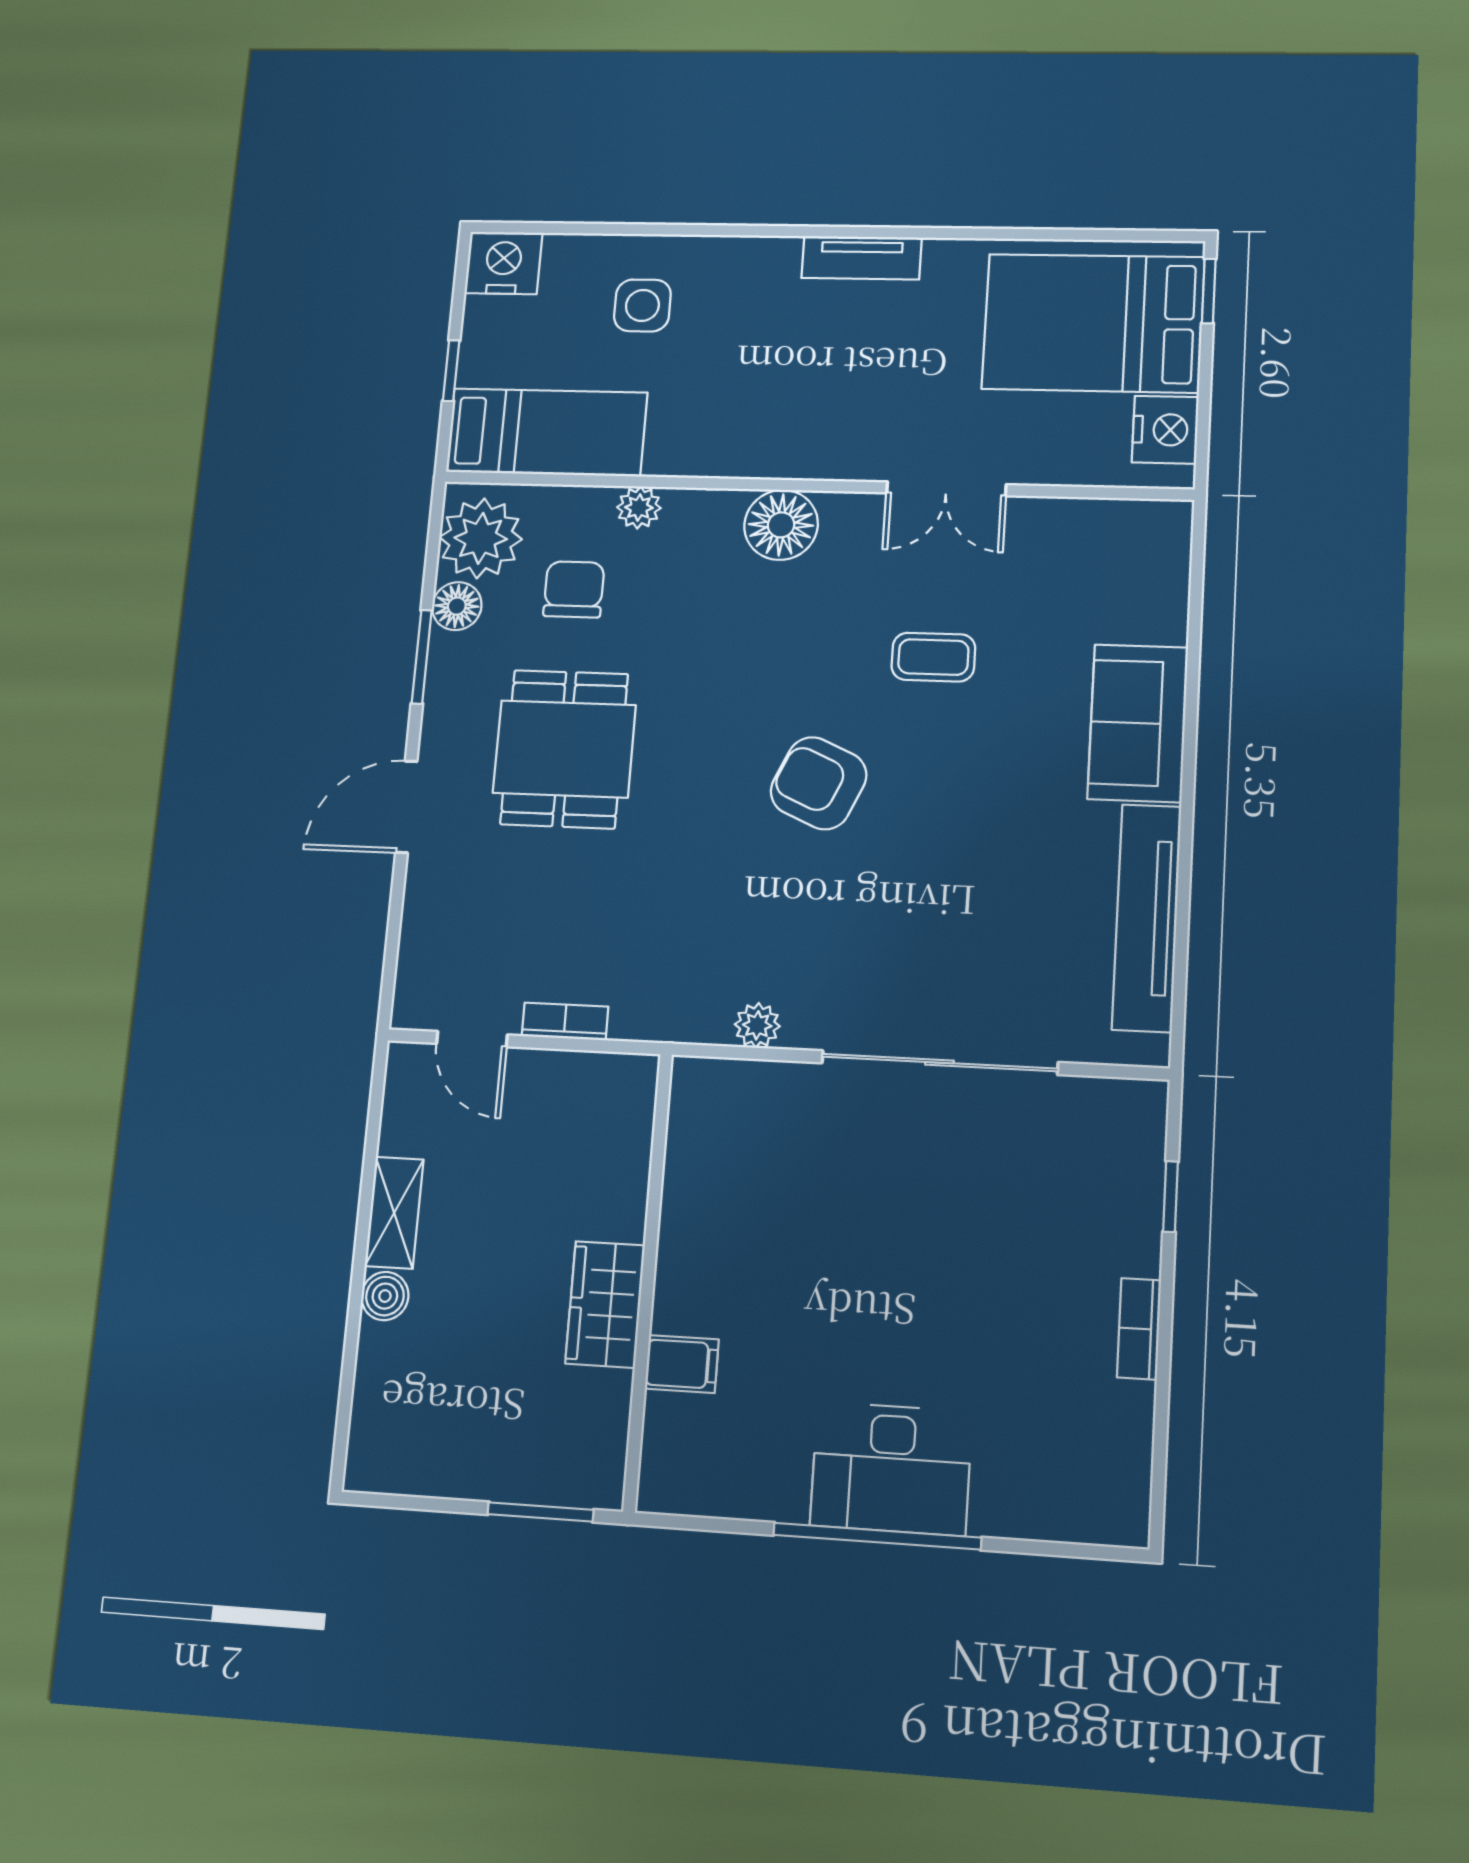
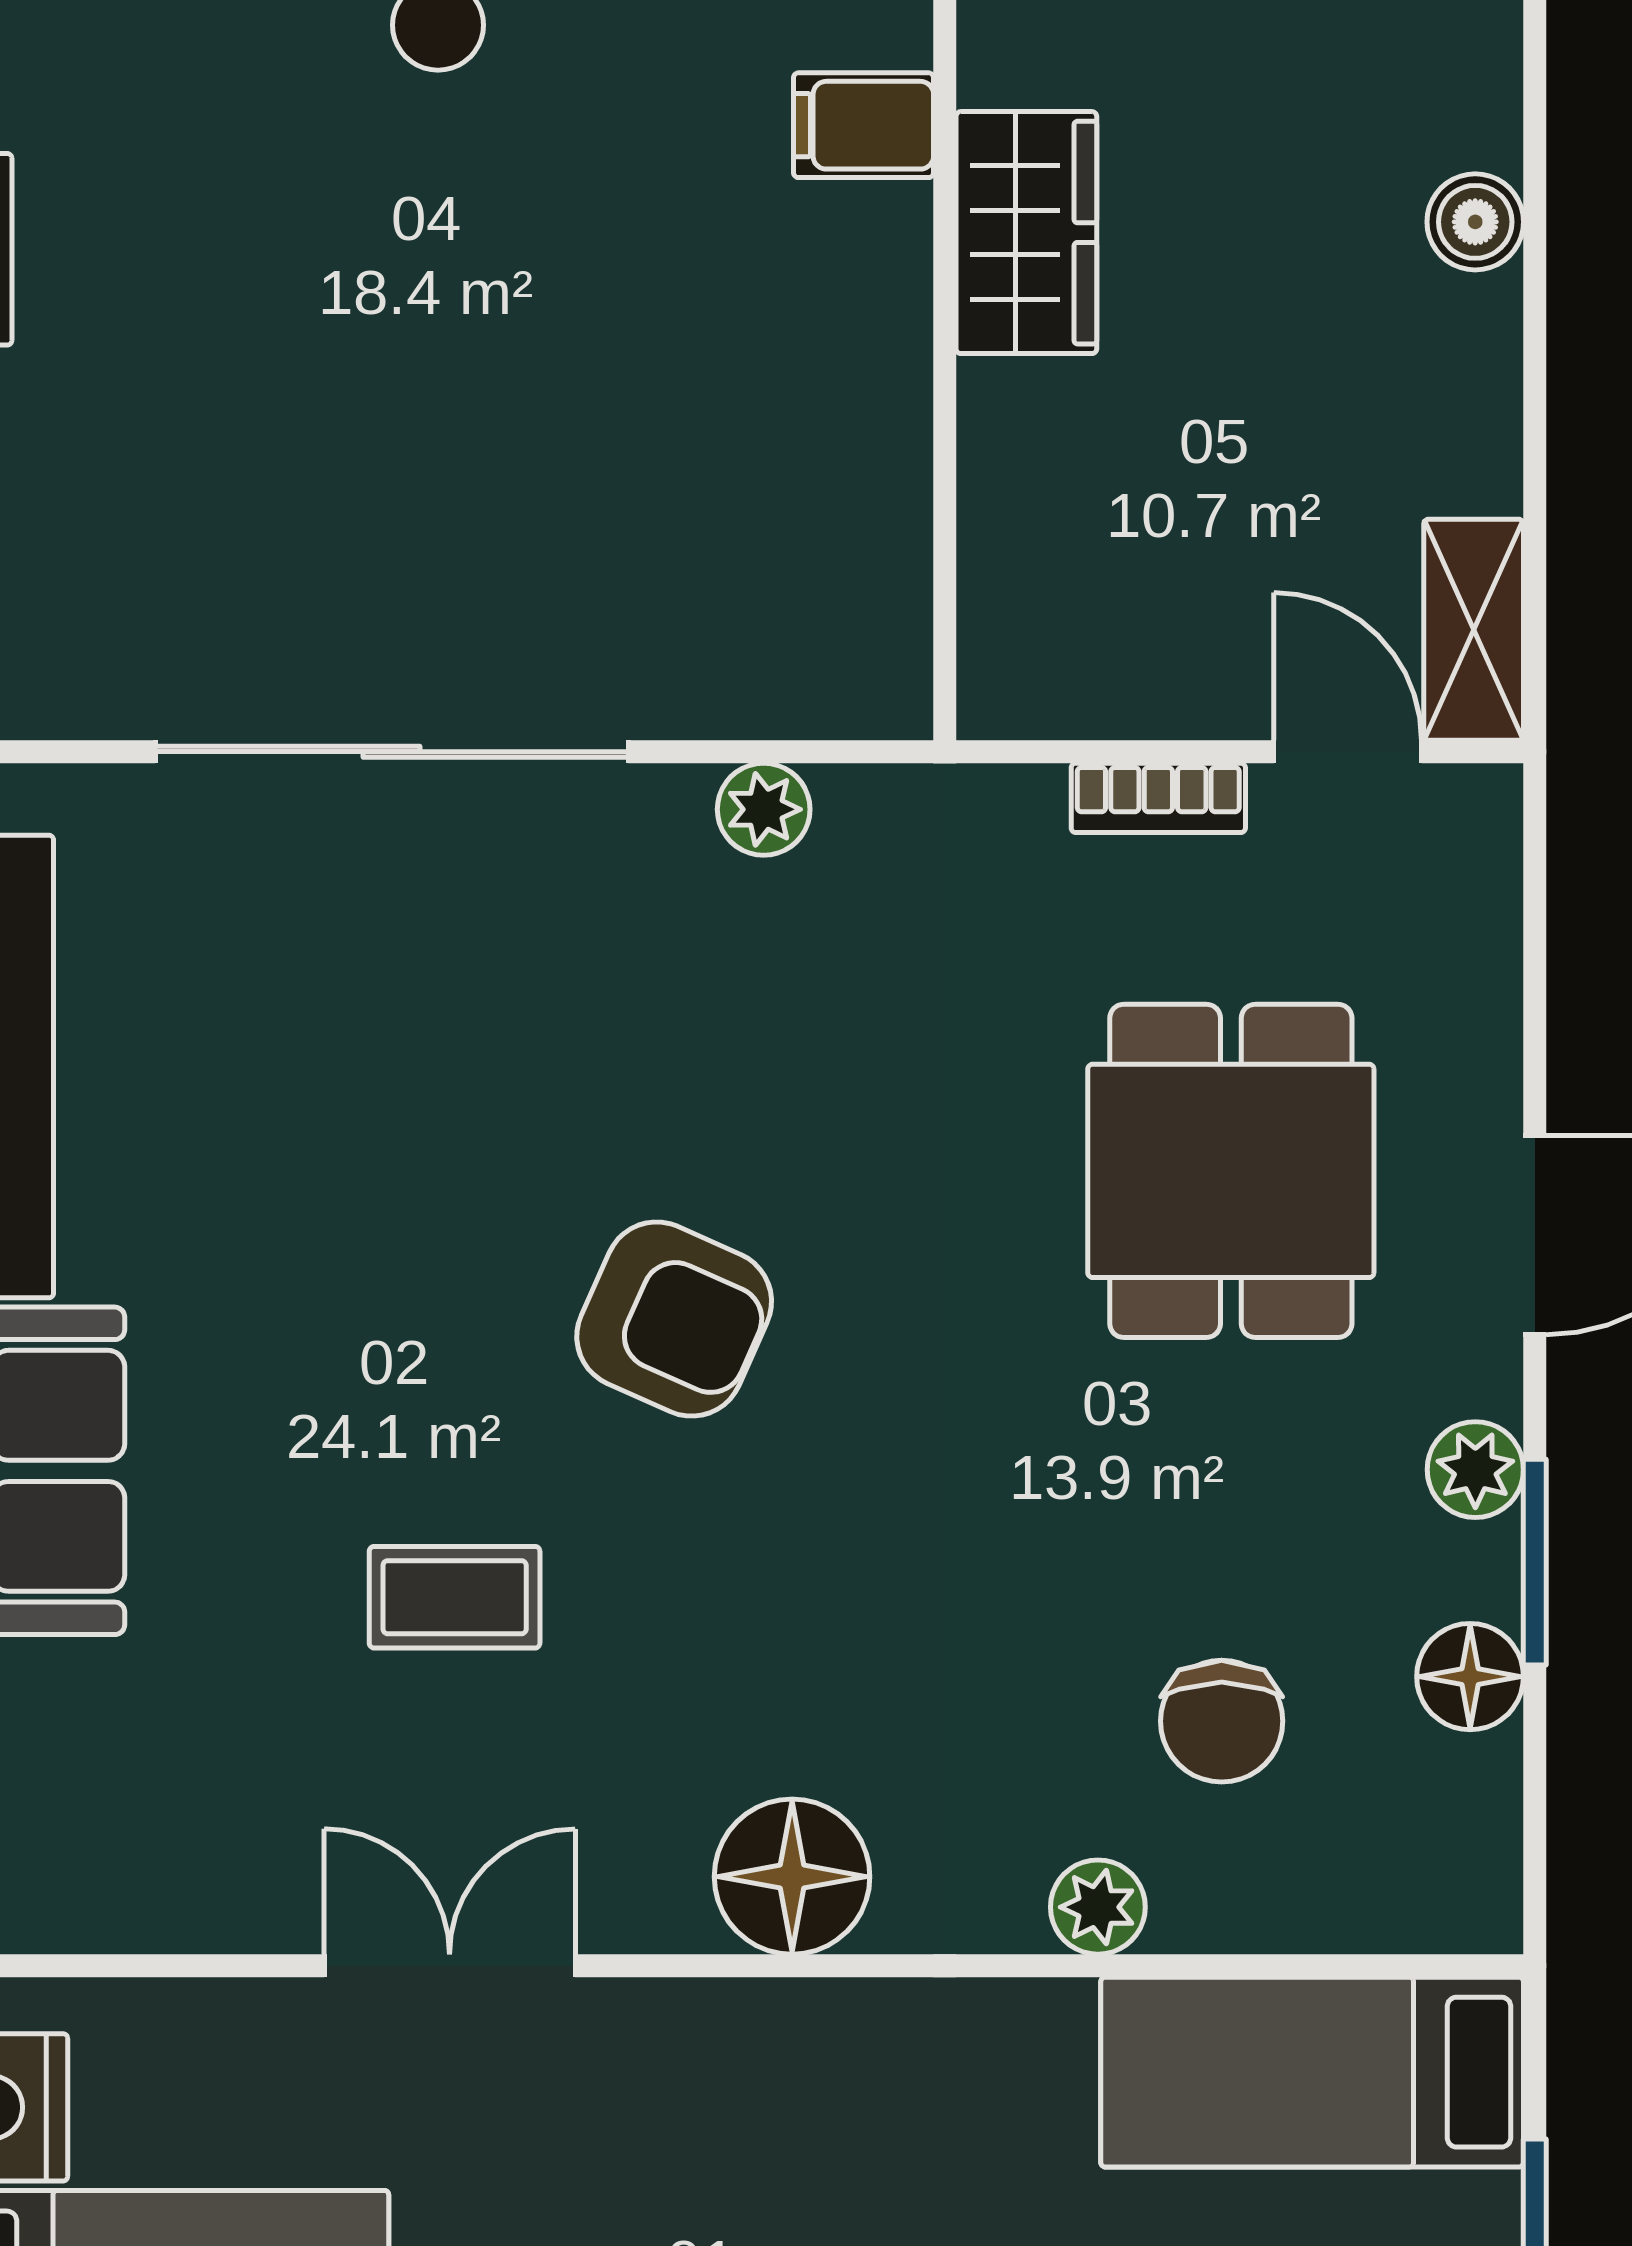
plant: (481, 538) -> (1475, 1470), moved, width x0.53, depth x0.53
dining table: (564, 749) -> (1231, 1171), moved
shelving: (394, 1213) -> (1474, 630), moved

